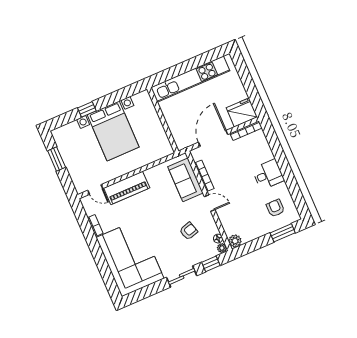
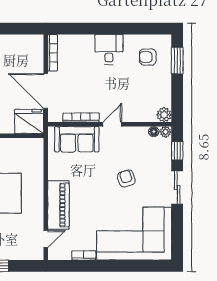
fridge: (242, 112) -> (29, 121), moved, turned 90
armchair: (189, 231) -> (126, 178), moved

